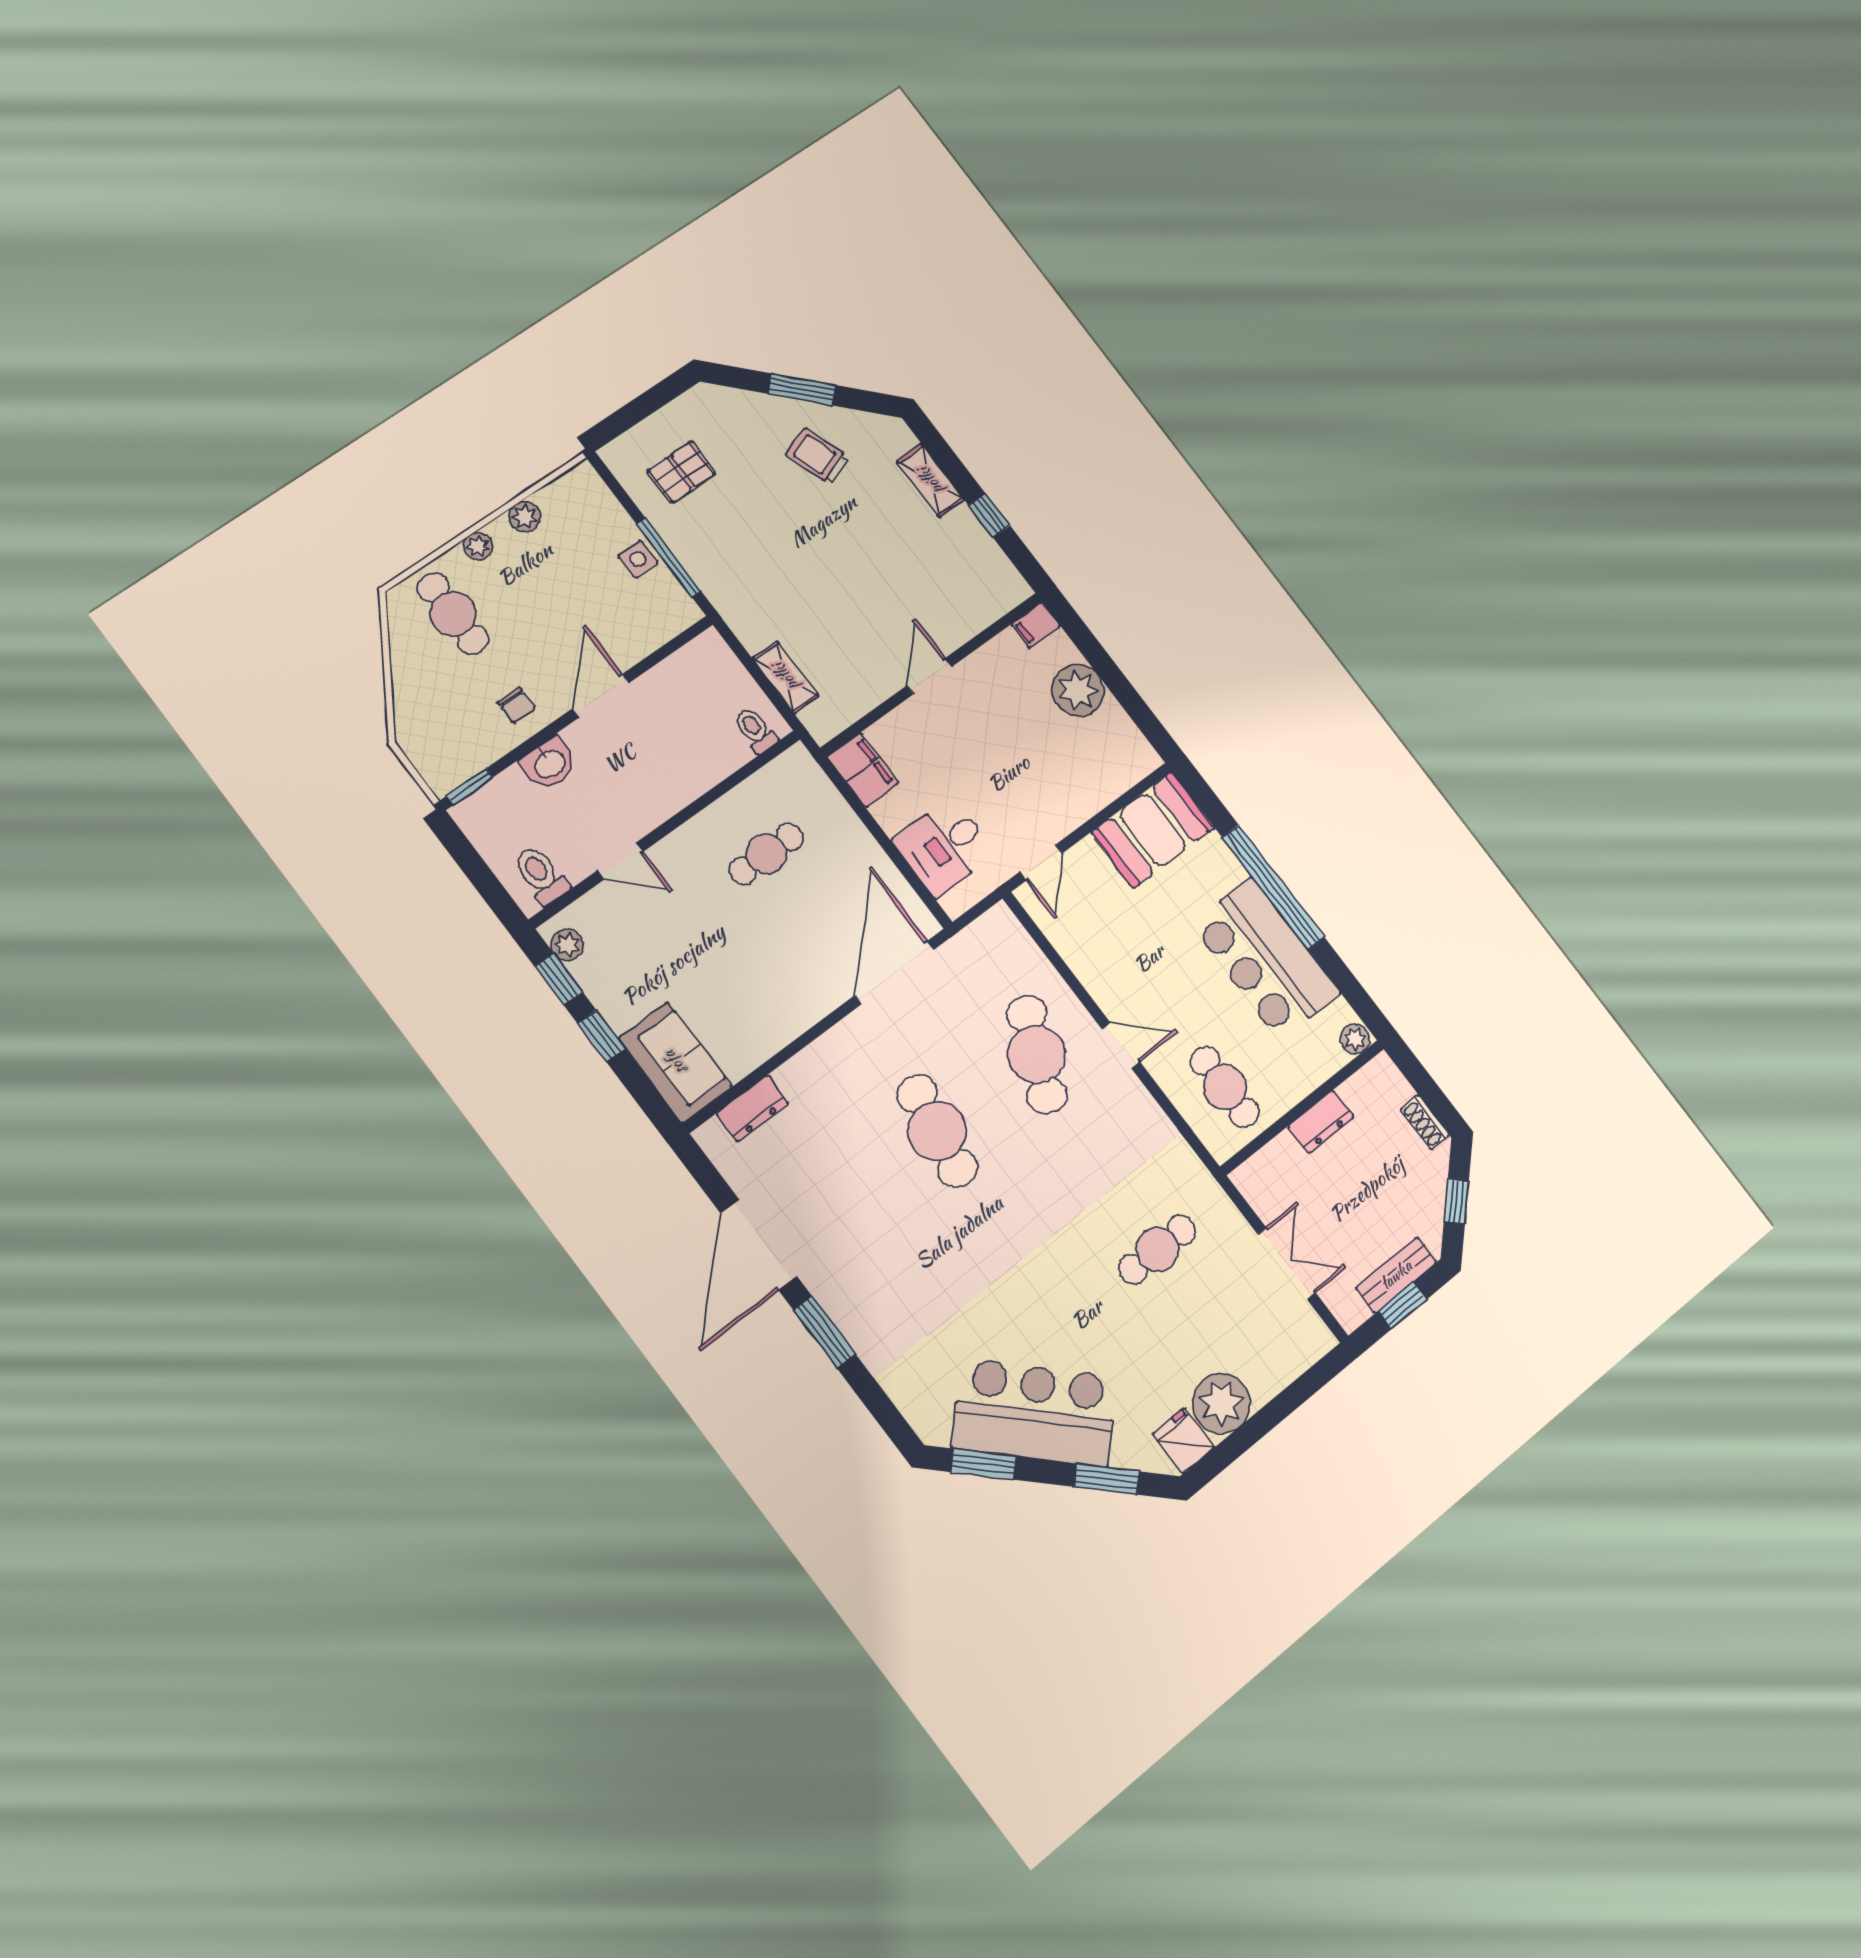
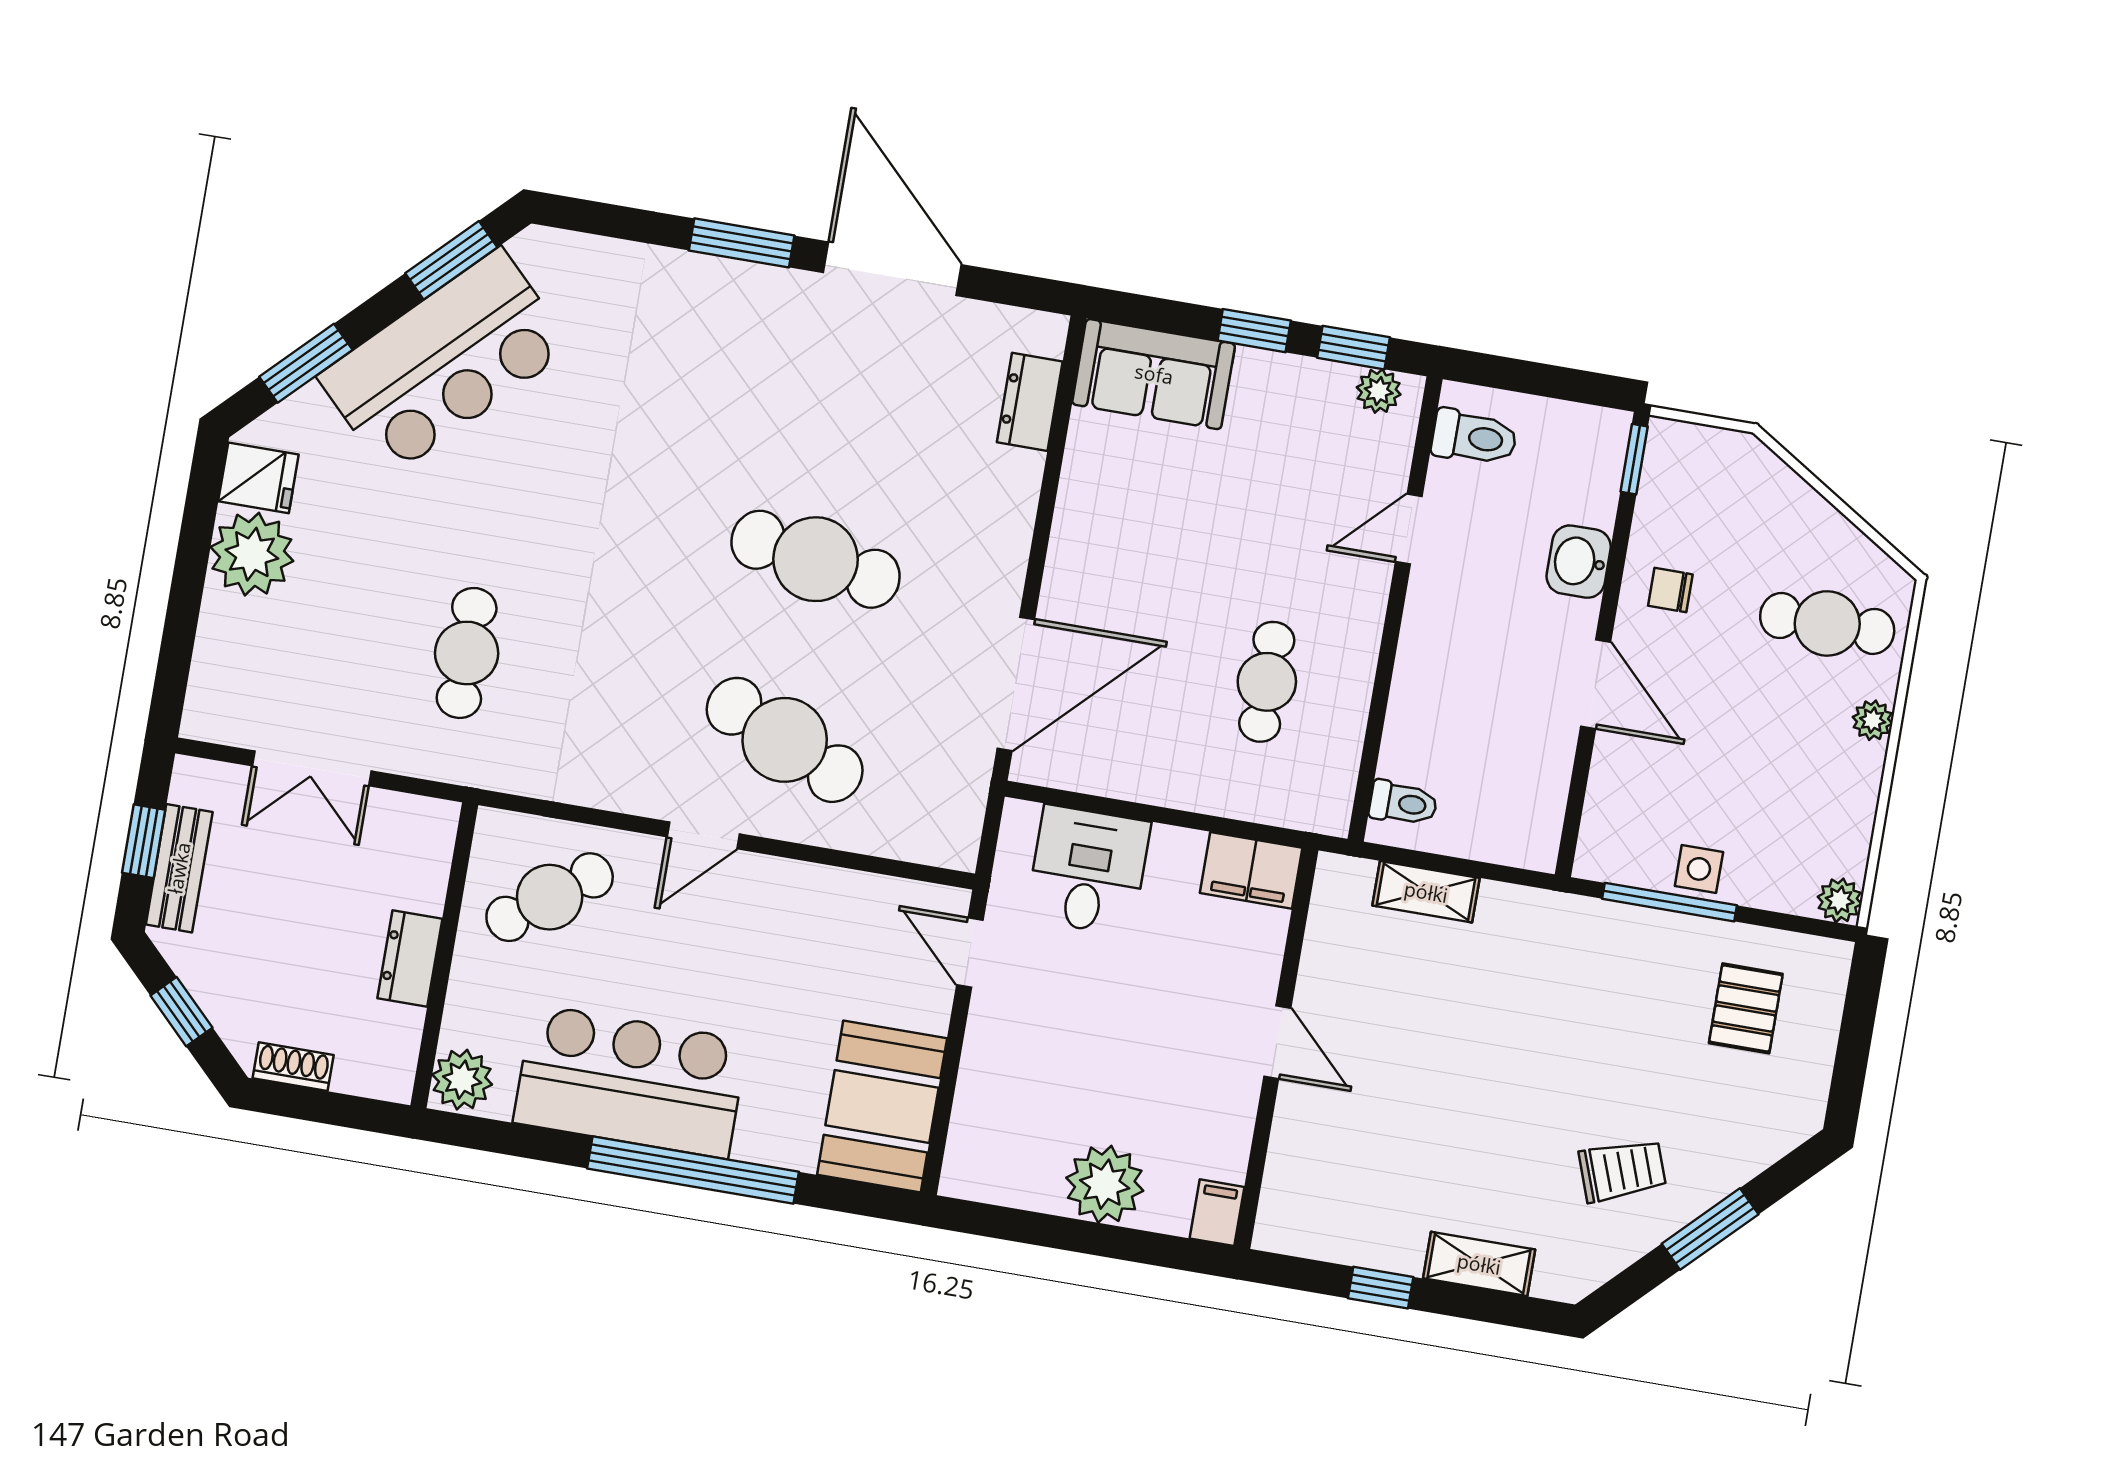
plant: (525, 517) -> (1840, 900), moved
door: (894, 973) -> (1016, 684), hinge flipped
plant: (1355, 1039) -> (462, 1080), width x1.38, depth x1.38
cafe table: (1225, 1087) -> (550, 897), turned -37

